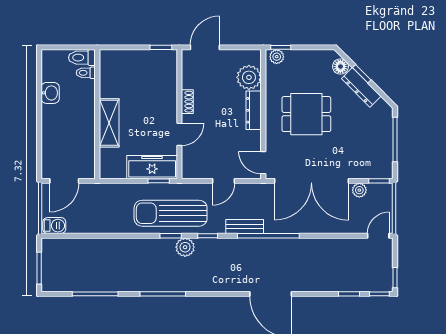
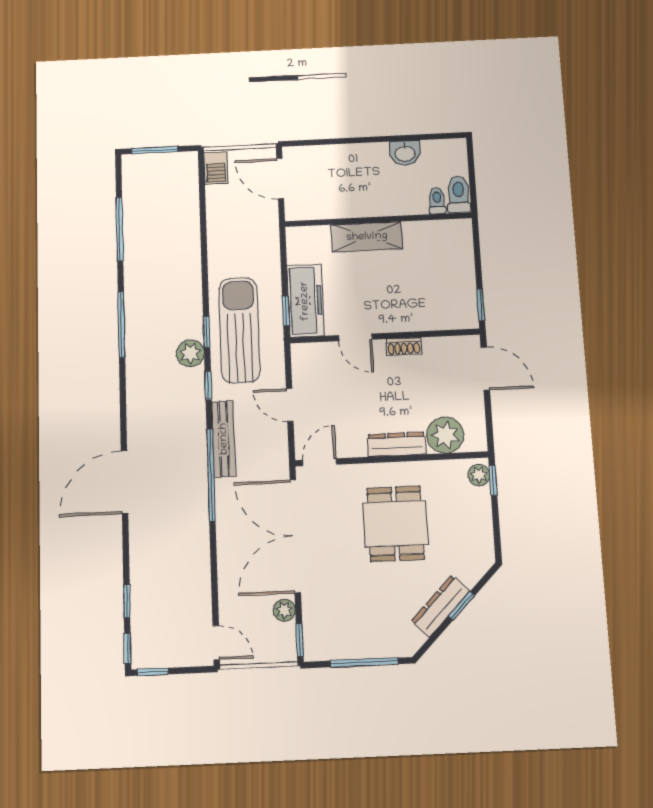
floor lamp: (340, 67) -> (470, 573), removed
bench: (245, 226) -> (224, 439), width x1.36

